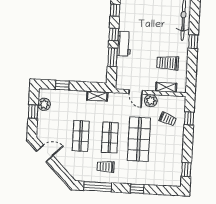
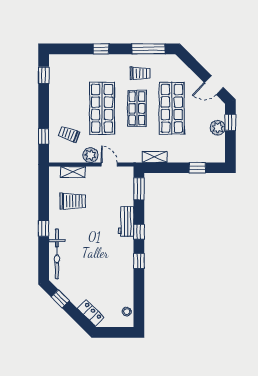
window: (113, 57) -> (139, 189), moved
plant: (44, 104) -> (218, 128), moved
window: (33, 112) -> (230, 122), moved
shop shelf: (81, 136) -> (172, 108), width x1.43, depth x1.36

